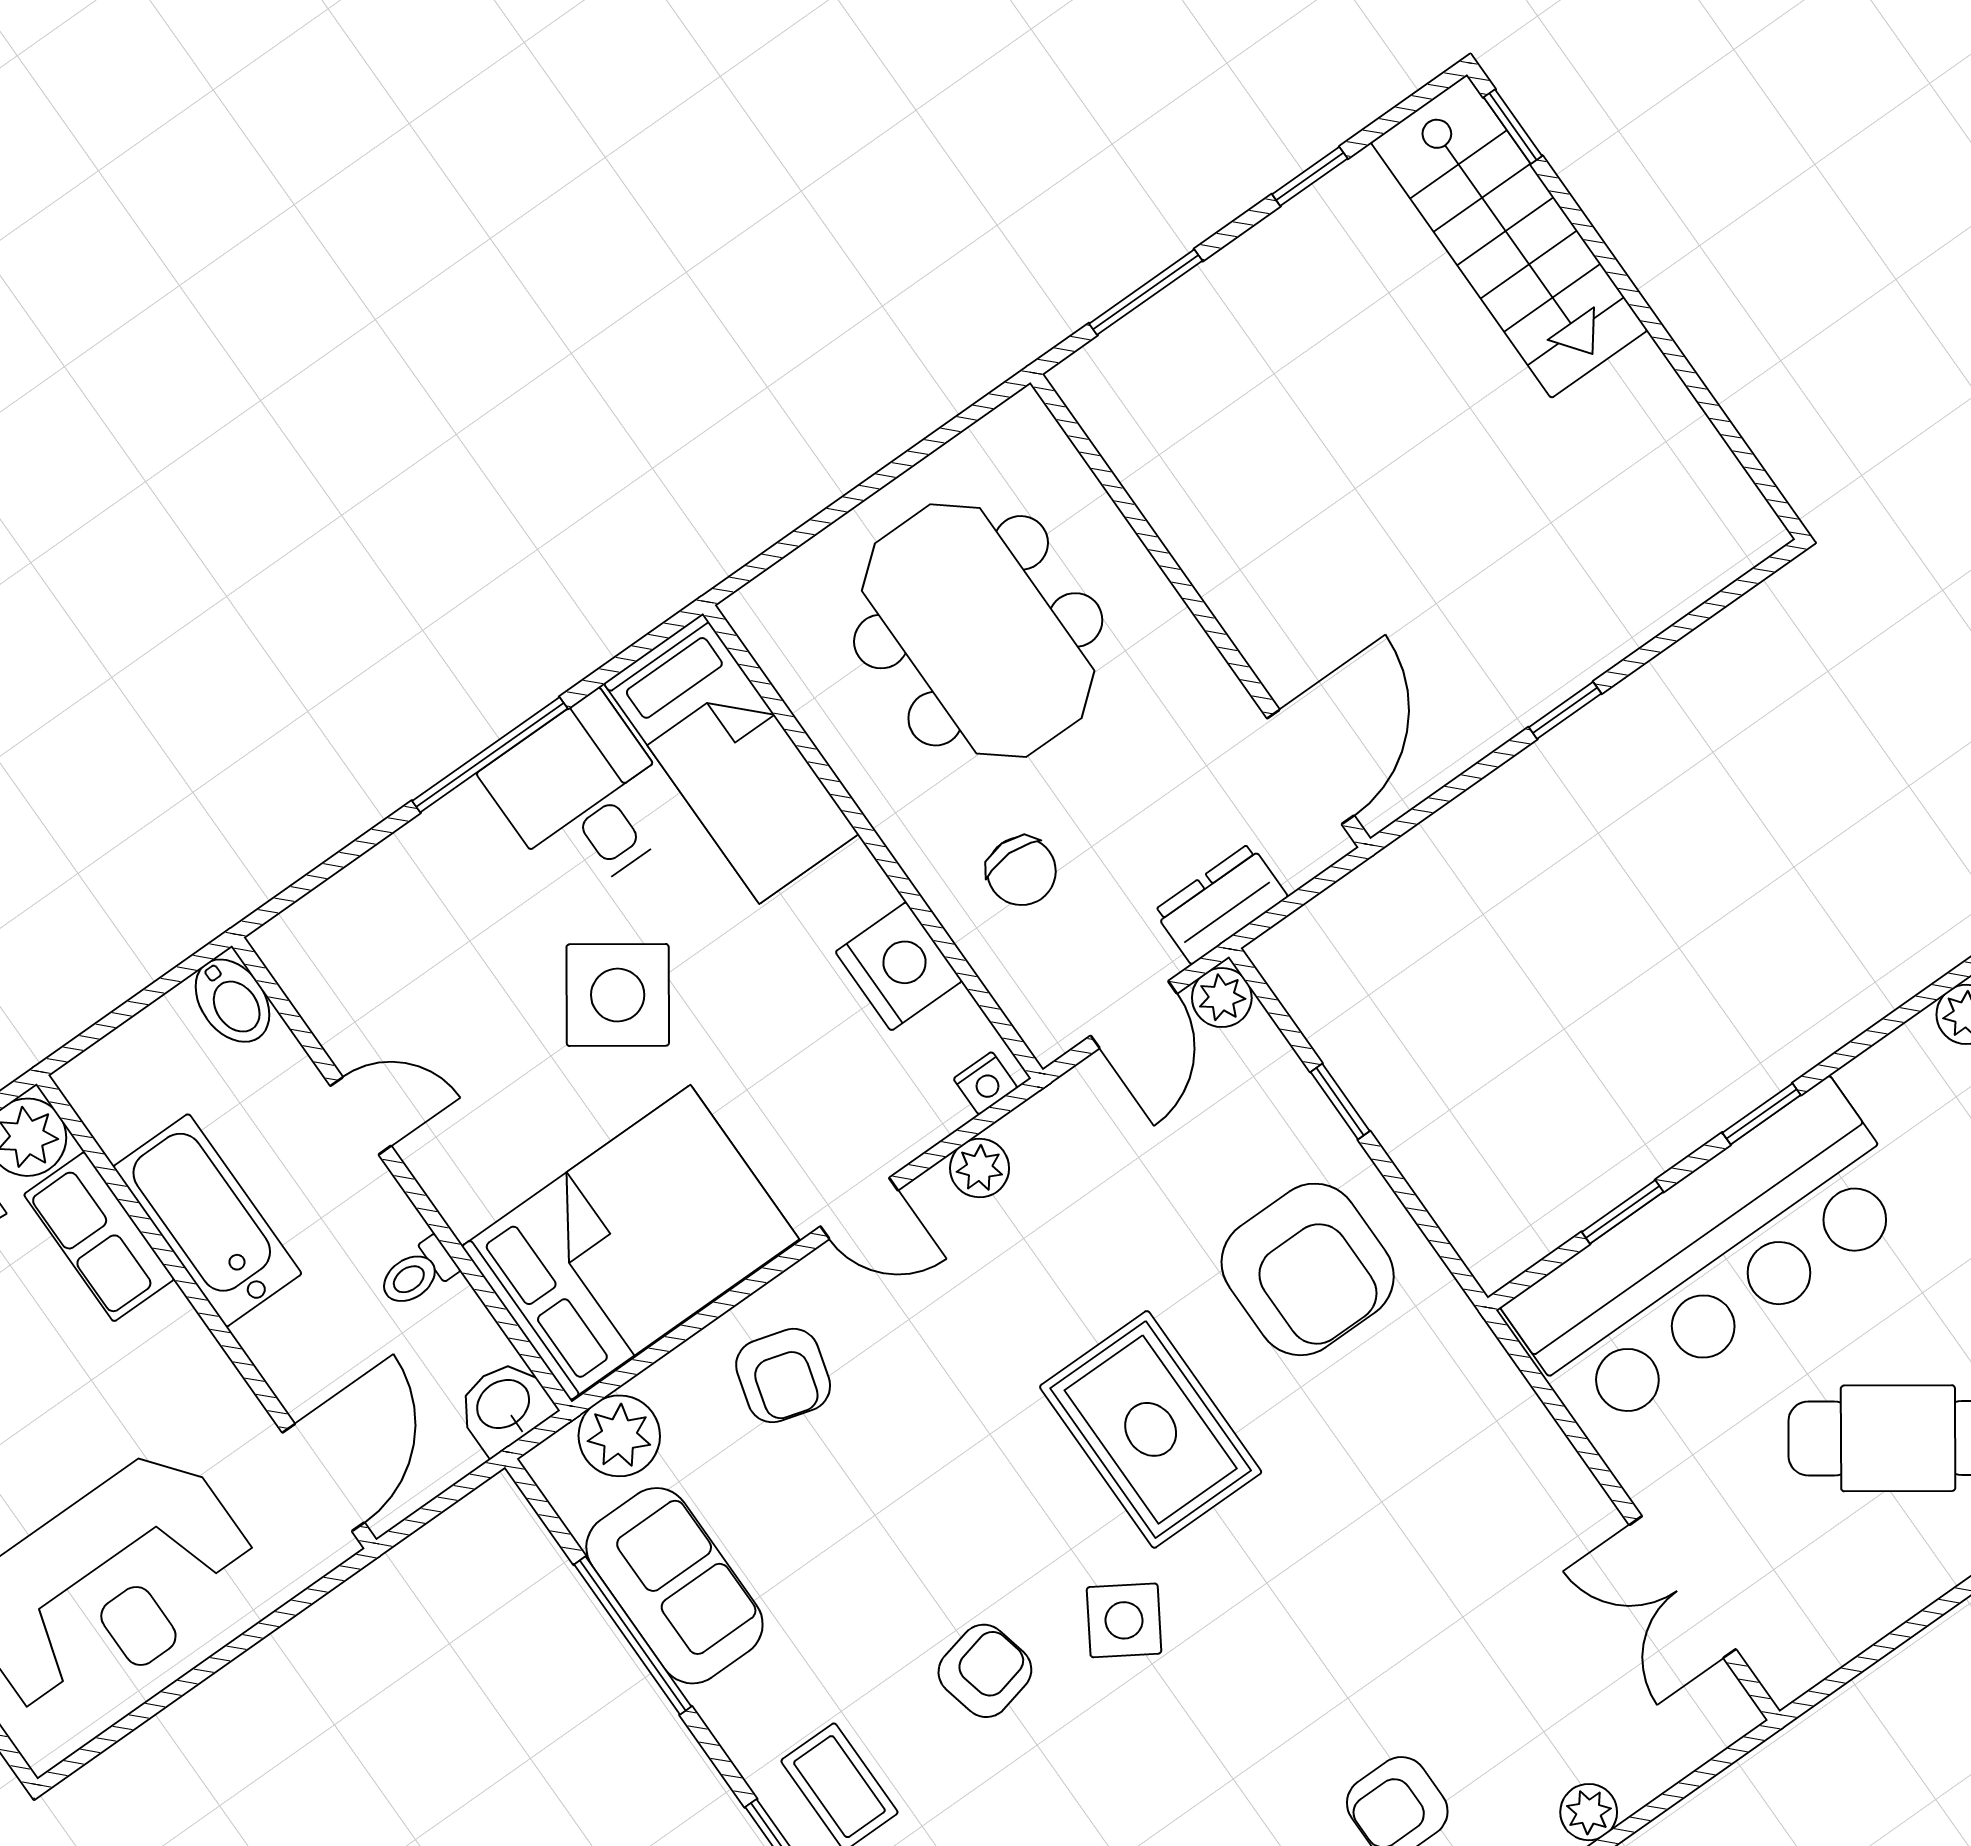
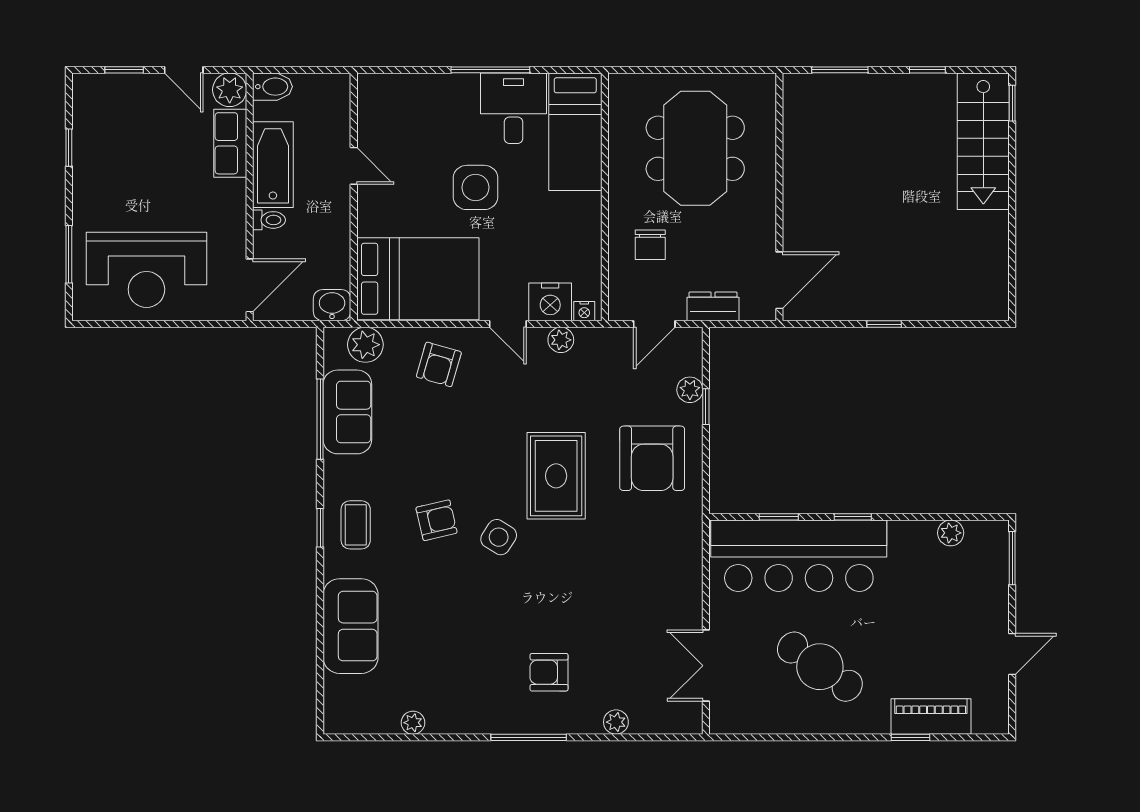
nightstand: (899, 966) -> (550, 302), moved, turned 90
side table: (618, 995) -> (475, 187), turned -35
plant: (1222, 998) -> (690, 390), moved
bidet: (232, 1001) -> (272, 87), moved, turned -90
toilet: (417, 1273) -> (269, 220), moved, turned 180

